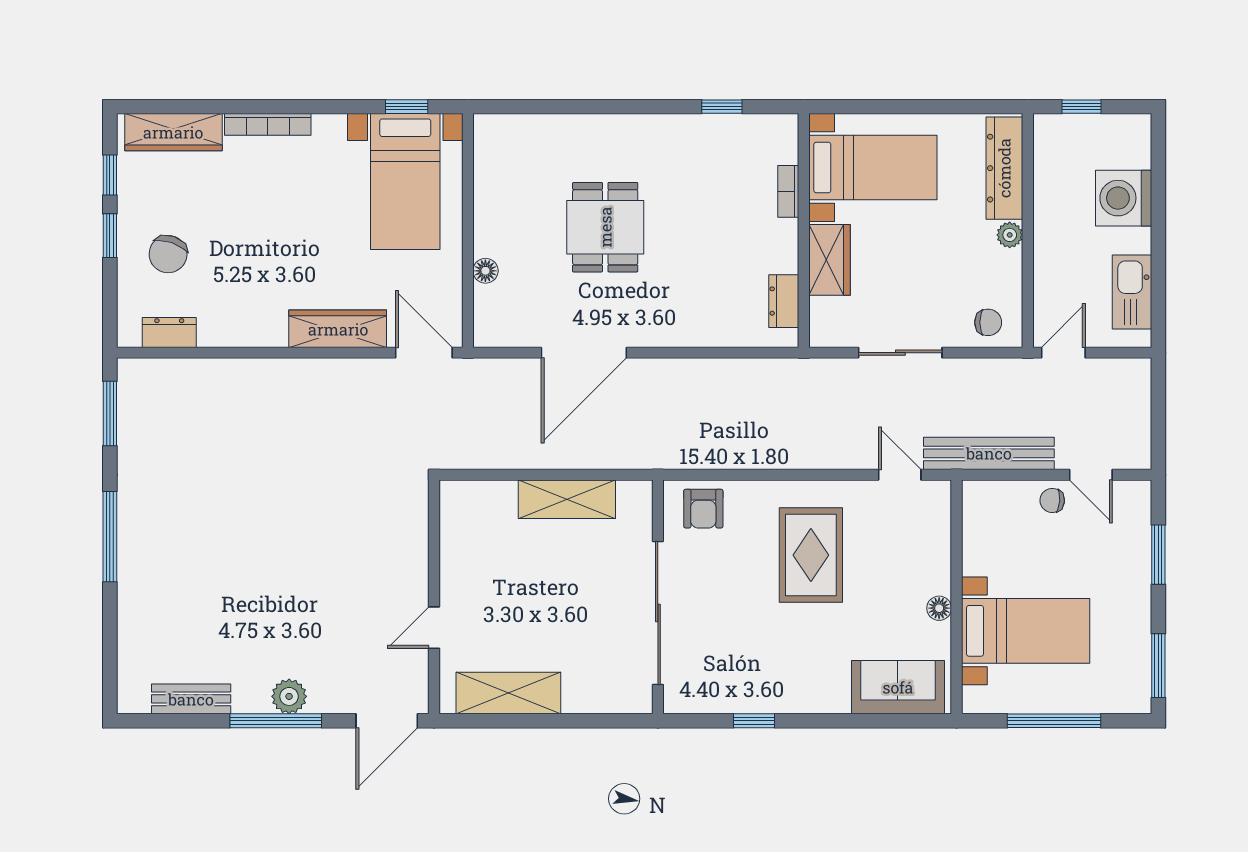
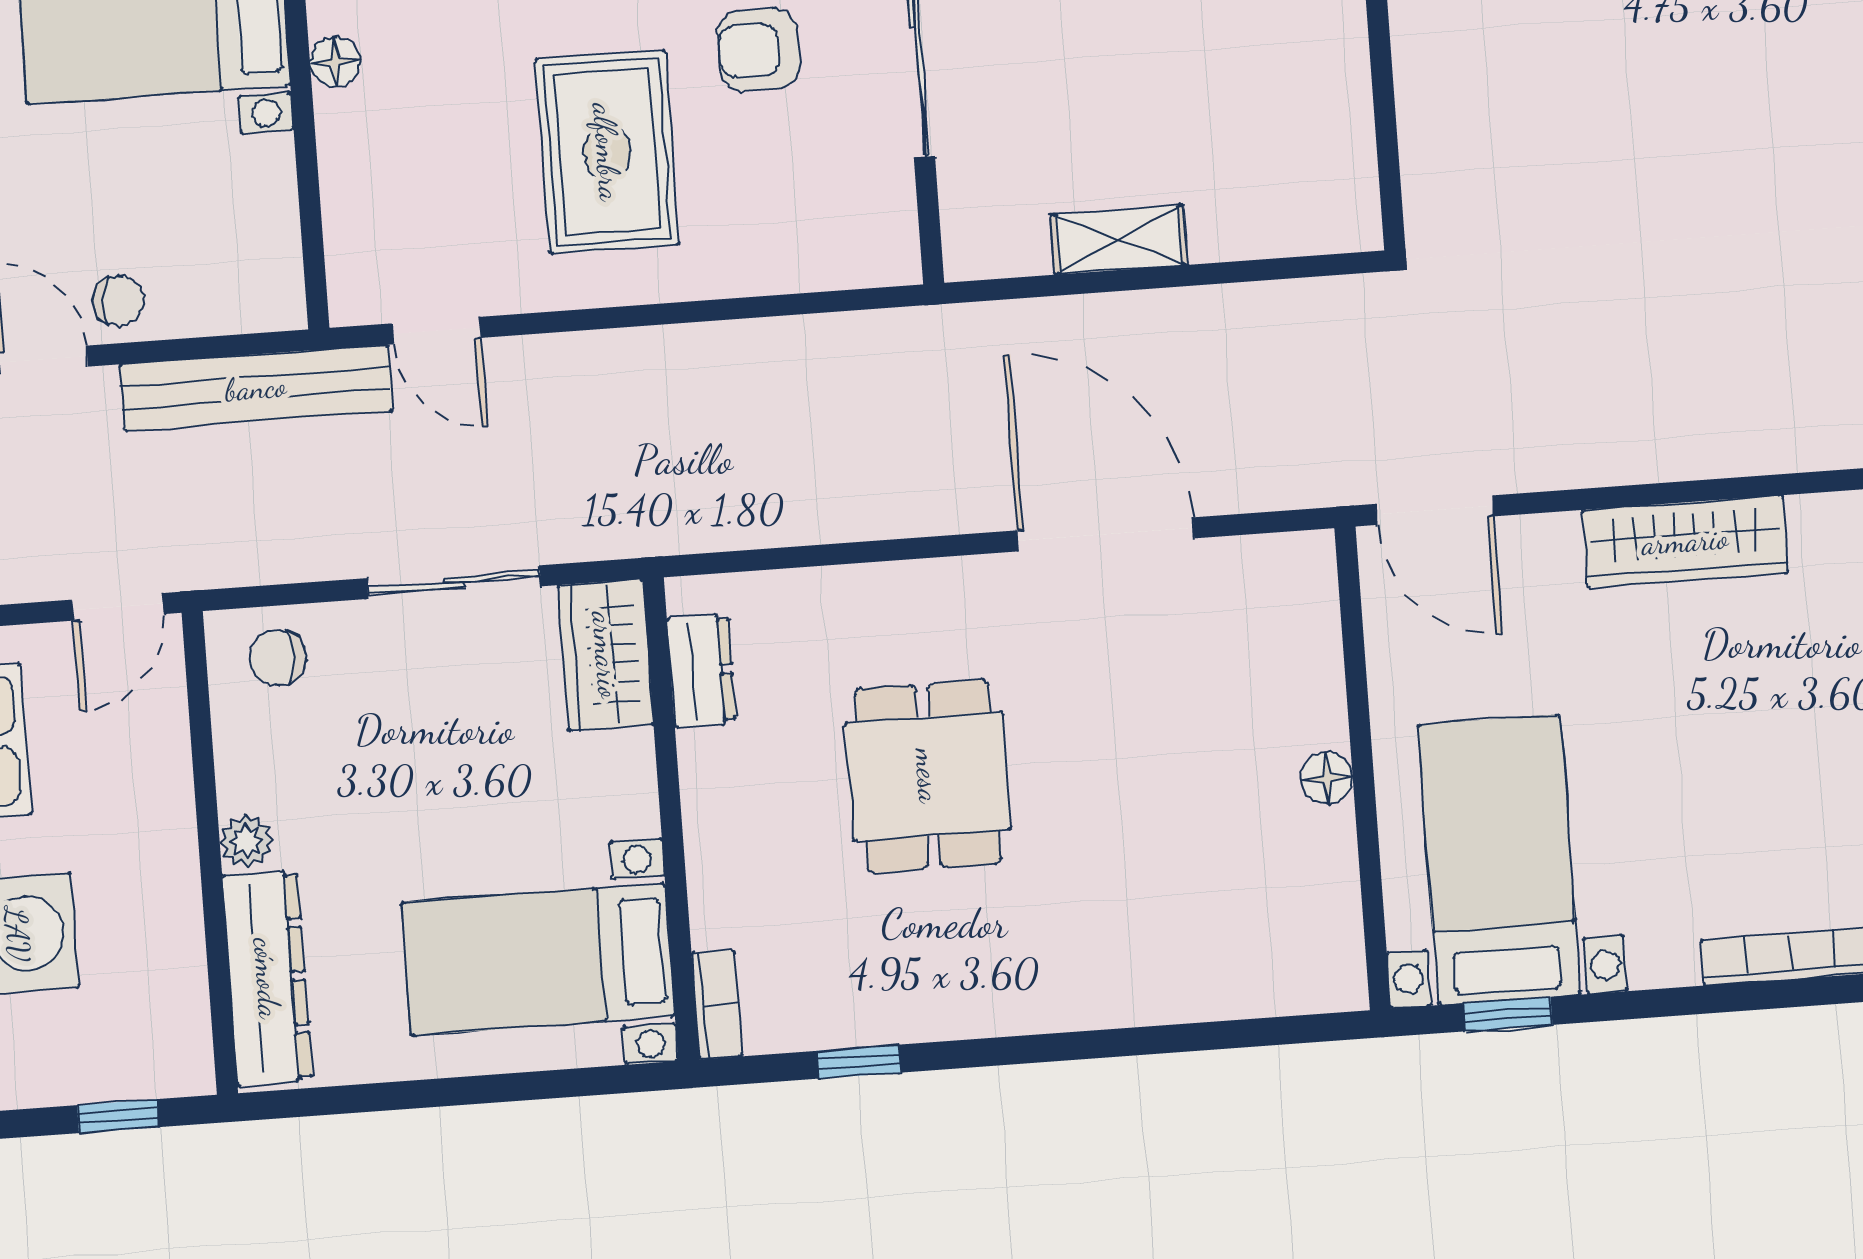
bookcase: (788, 191) -> (717, 1004), moved
dining table: (605, 227) -> (928, 776), moved
wardrobe: (829, 260) -> (606, 655), moved
floor lamp: (485, 271) -> (1327, 778), moved
wardrobe: (338, 329) -> (1685, 541), moved
door: (584, 353) -> (1106, 534), hinge flipped
shelving: (567, 499) -> (1119, 240), width x0.67, depth x0.75
armchair: (703, 509) -> (759, 50), moved, turned -90

